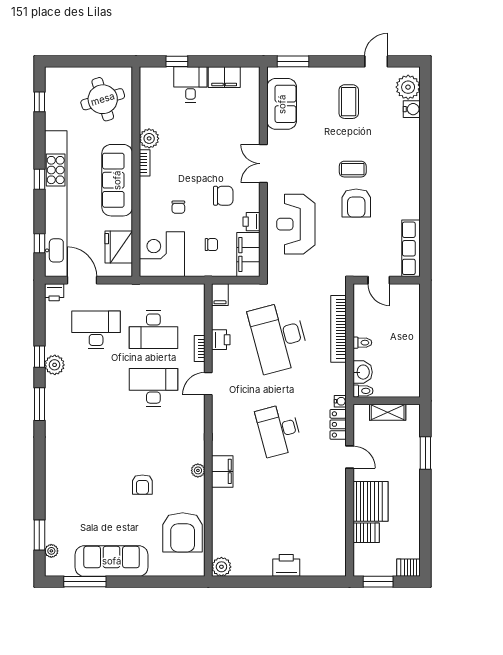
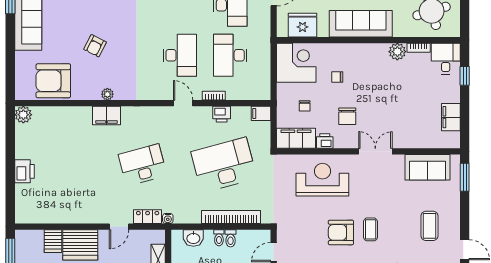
desk: (190, 84) -> (446, 59), moved, turned -90
coffee table: (349, 102) -> (429, 226), turned 90
bookcase: (145, 163) -> (419, 48), moved
toilet: (363, 391) -> (231, 238), moved
armchair: (142, 485) -> (95, 46), turned -63

